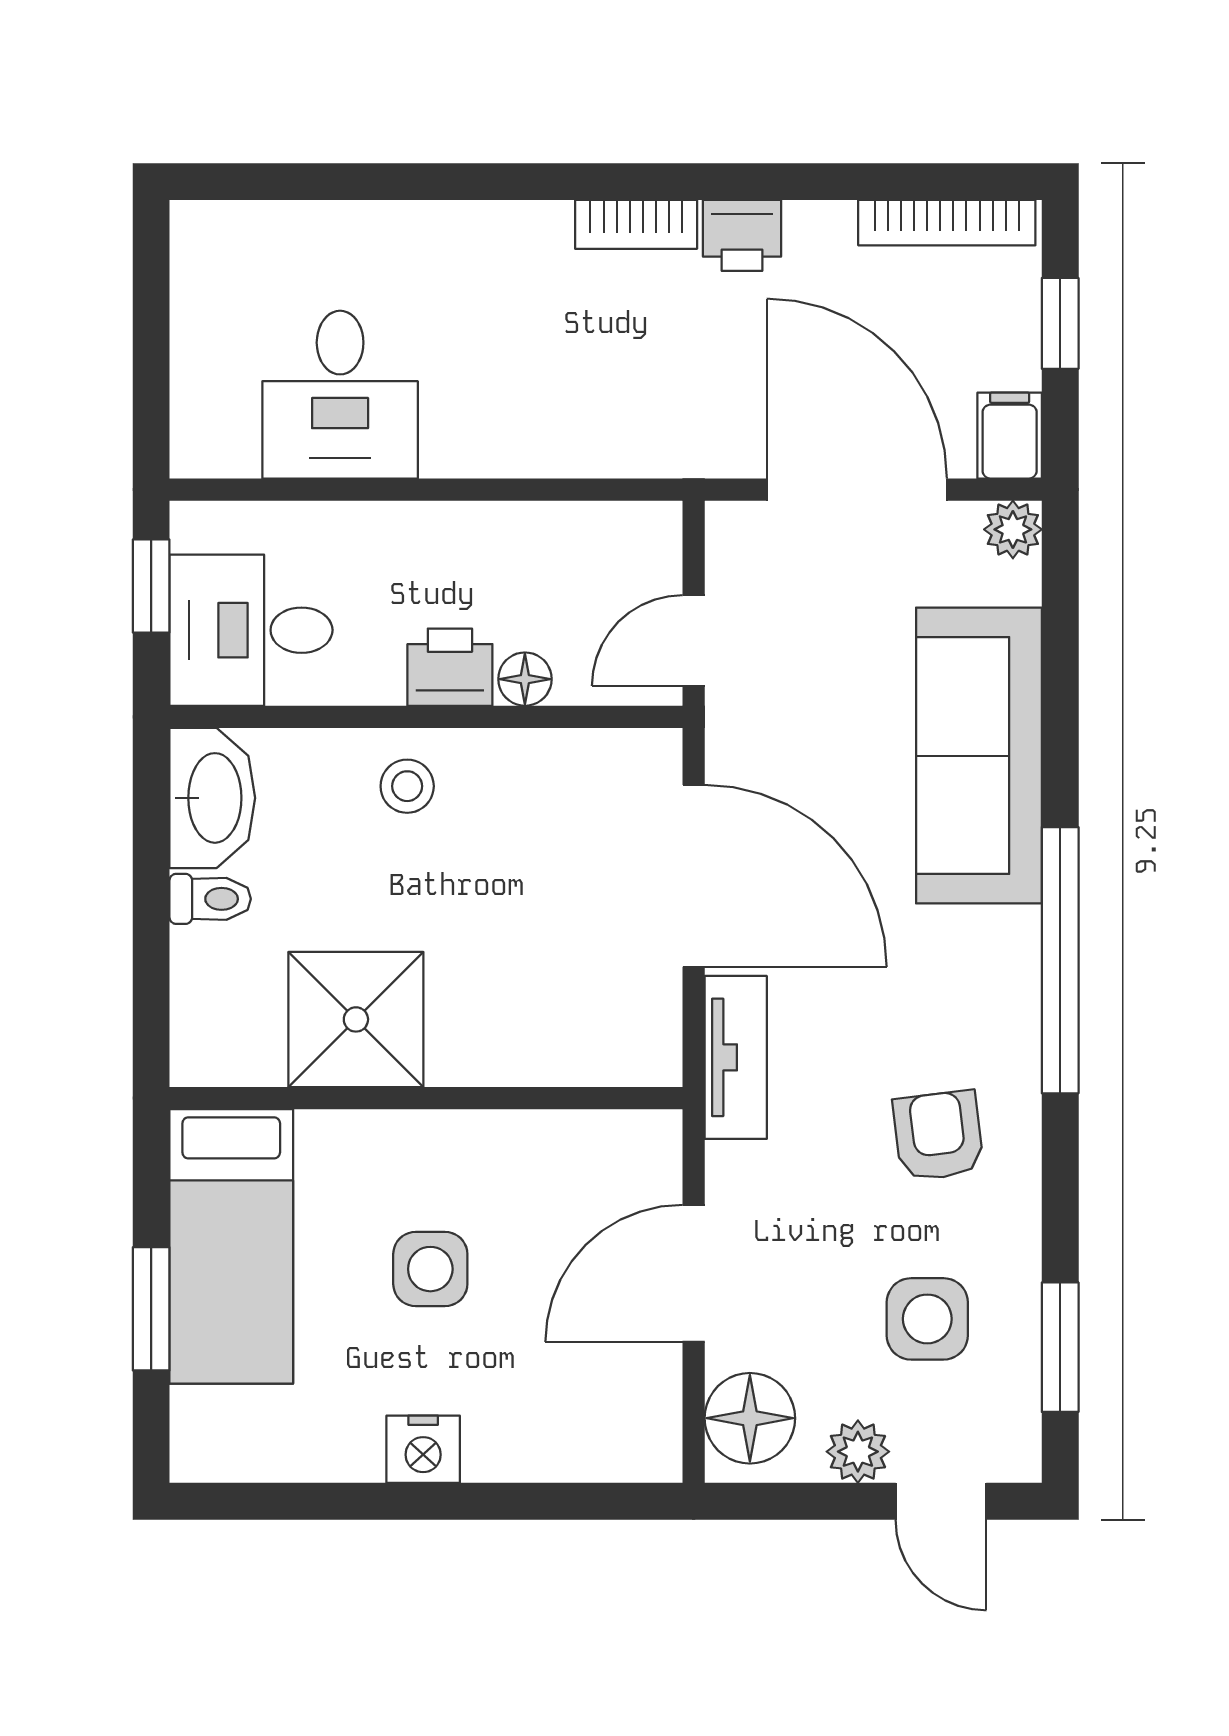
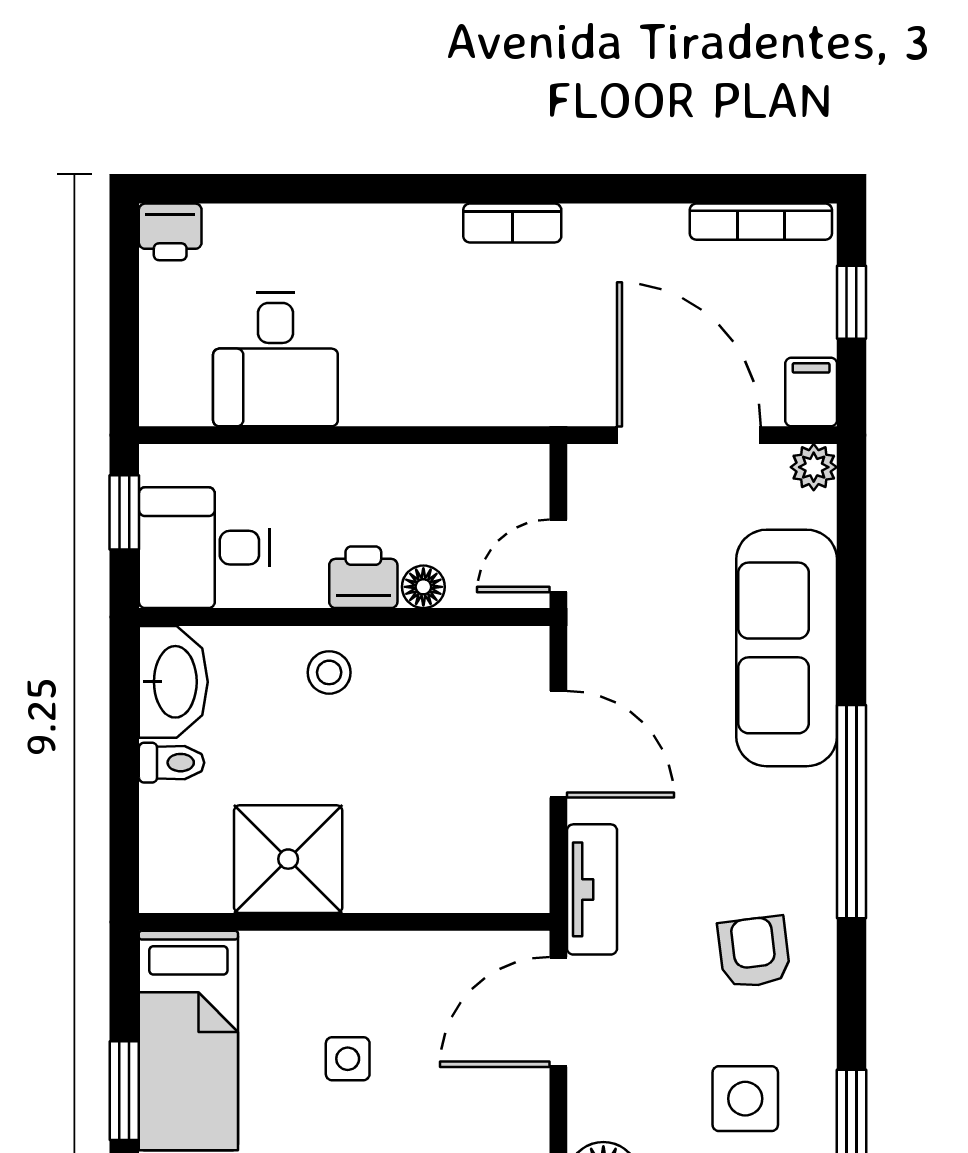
printer: (742, 235) -> (170, 232), moved
door: (694, 876) -> (558, 744), width x0.73
side table: (430, 1269) -> (348, 1059), width x0.73, depth x0.73
door: (694, 1273) -> (558, 1012), moved

